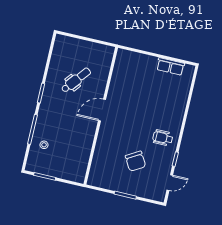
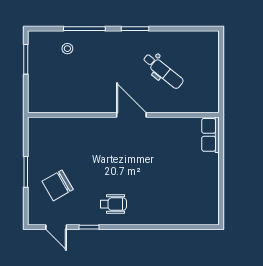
row of seats: (171, 66) -> (211, 135), moved
wheelchair: (163, 138) -> (113, 204), turned 90
chair: (135, 161) -> (58, 185), moved

